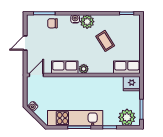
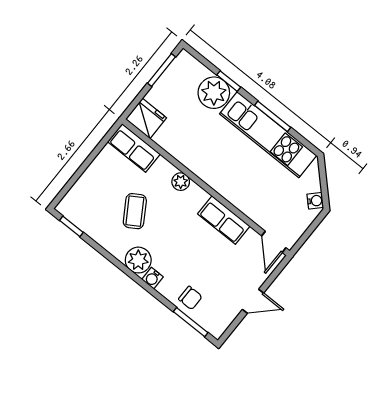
plant: (84, 69) -> (181, 182), moved
door: (36, 75) -> (274, 242), hinge flipped
plant: (127, 117) -> (214, 93), moved

